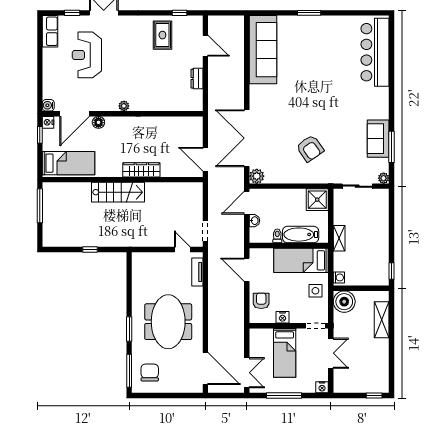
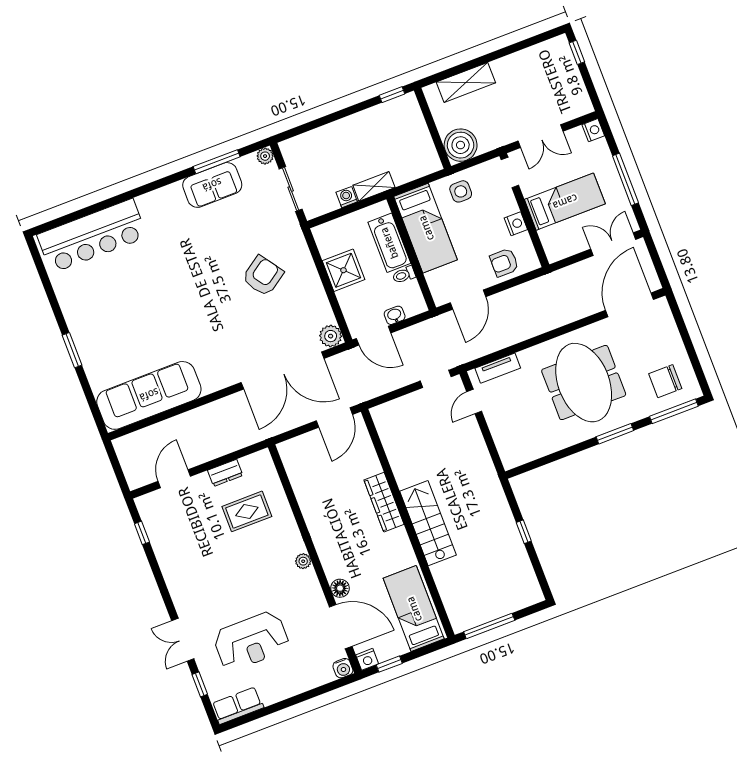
rug: (162, 35) -> (247, 511), moved
shower: (317, 200) -> (343, 270), moved
washing machine: (339, 277) -> (347, 197), moved
meeting table: (168, 322) -> (584, 383), turned 90
double door: (331, 353) -> (541, 136), swing flipped

